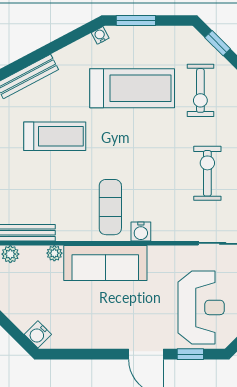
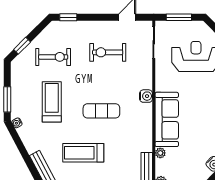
treadmill: (132, 88) -> (52, 102), width x0.73, depth x0.73
treadmill: (55, 136) -> (83, 153), turned -90
exercise mat: (110, 207) -> (101, 111), moved

